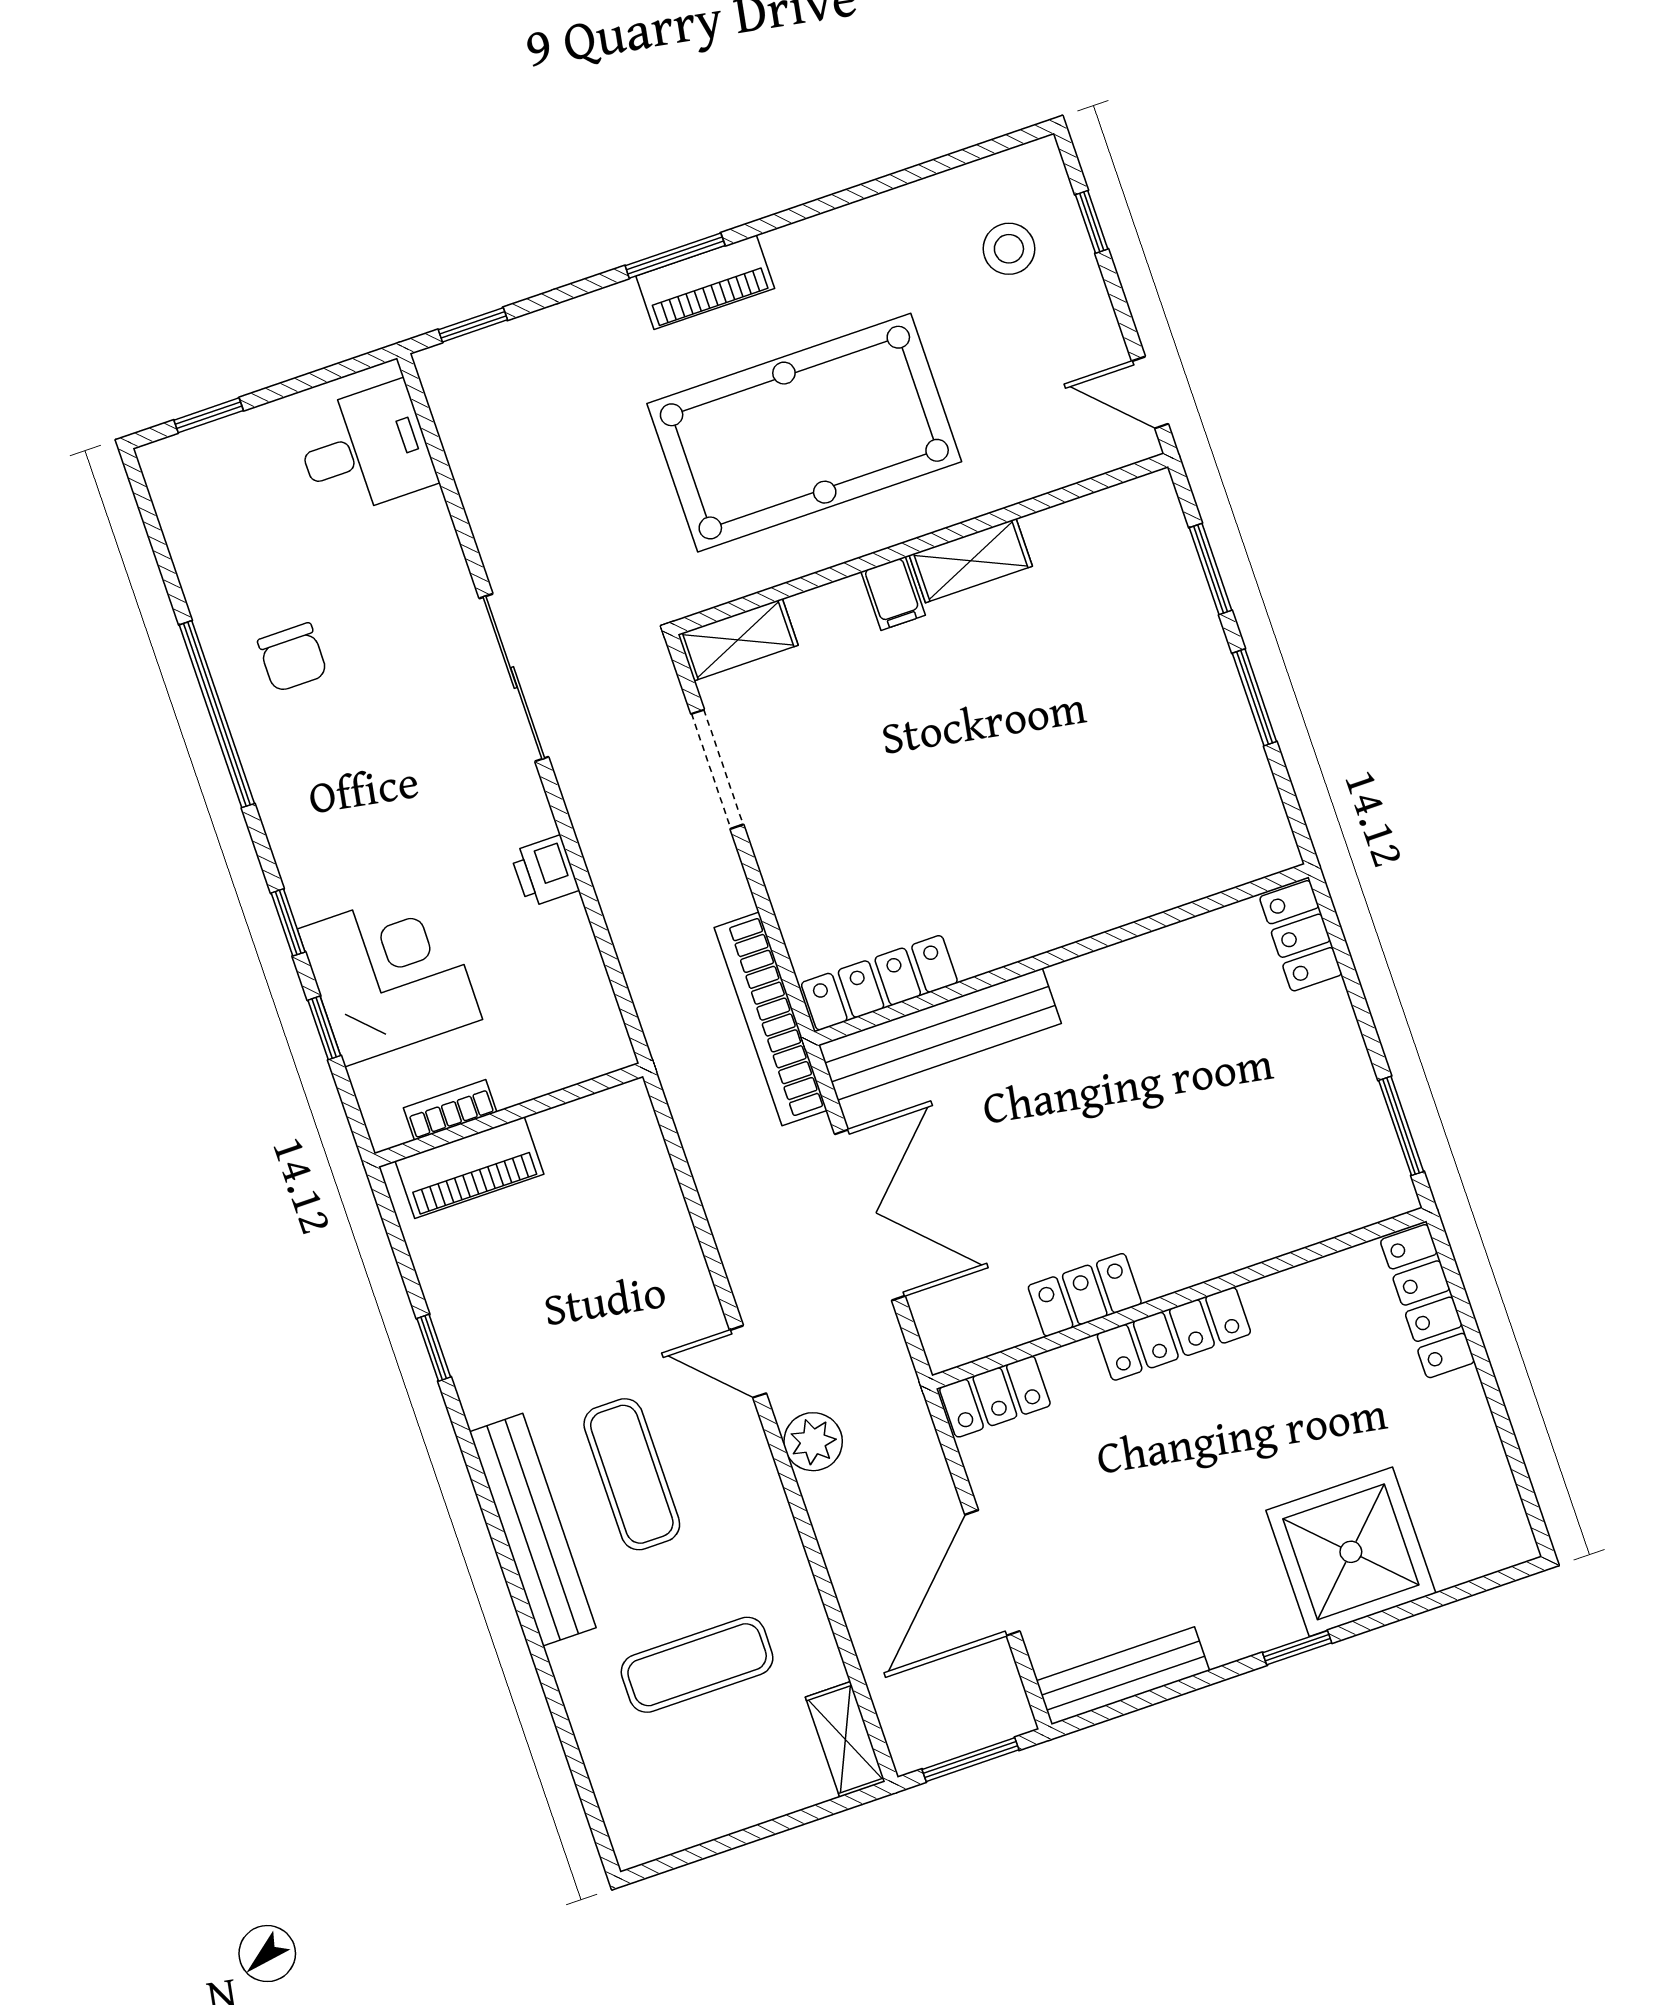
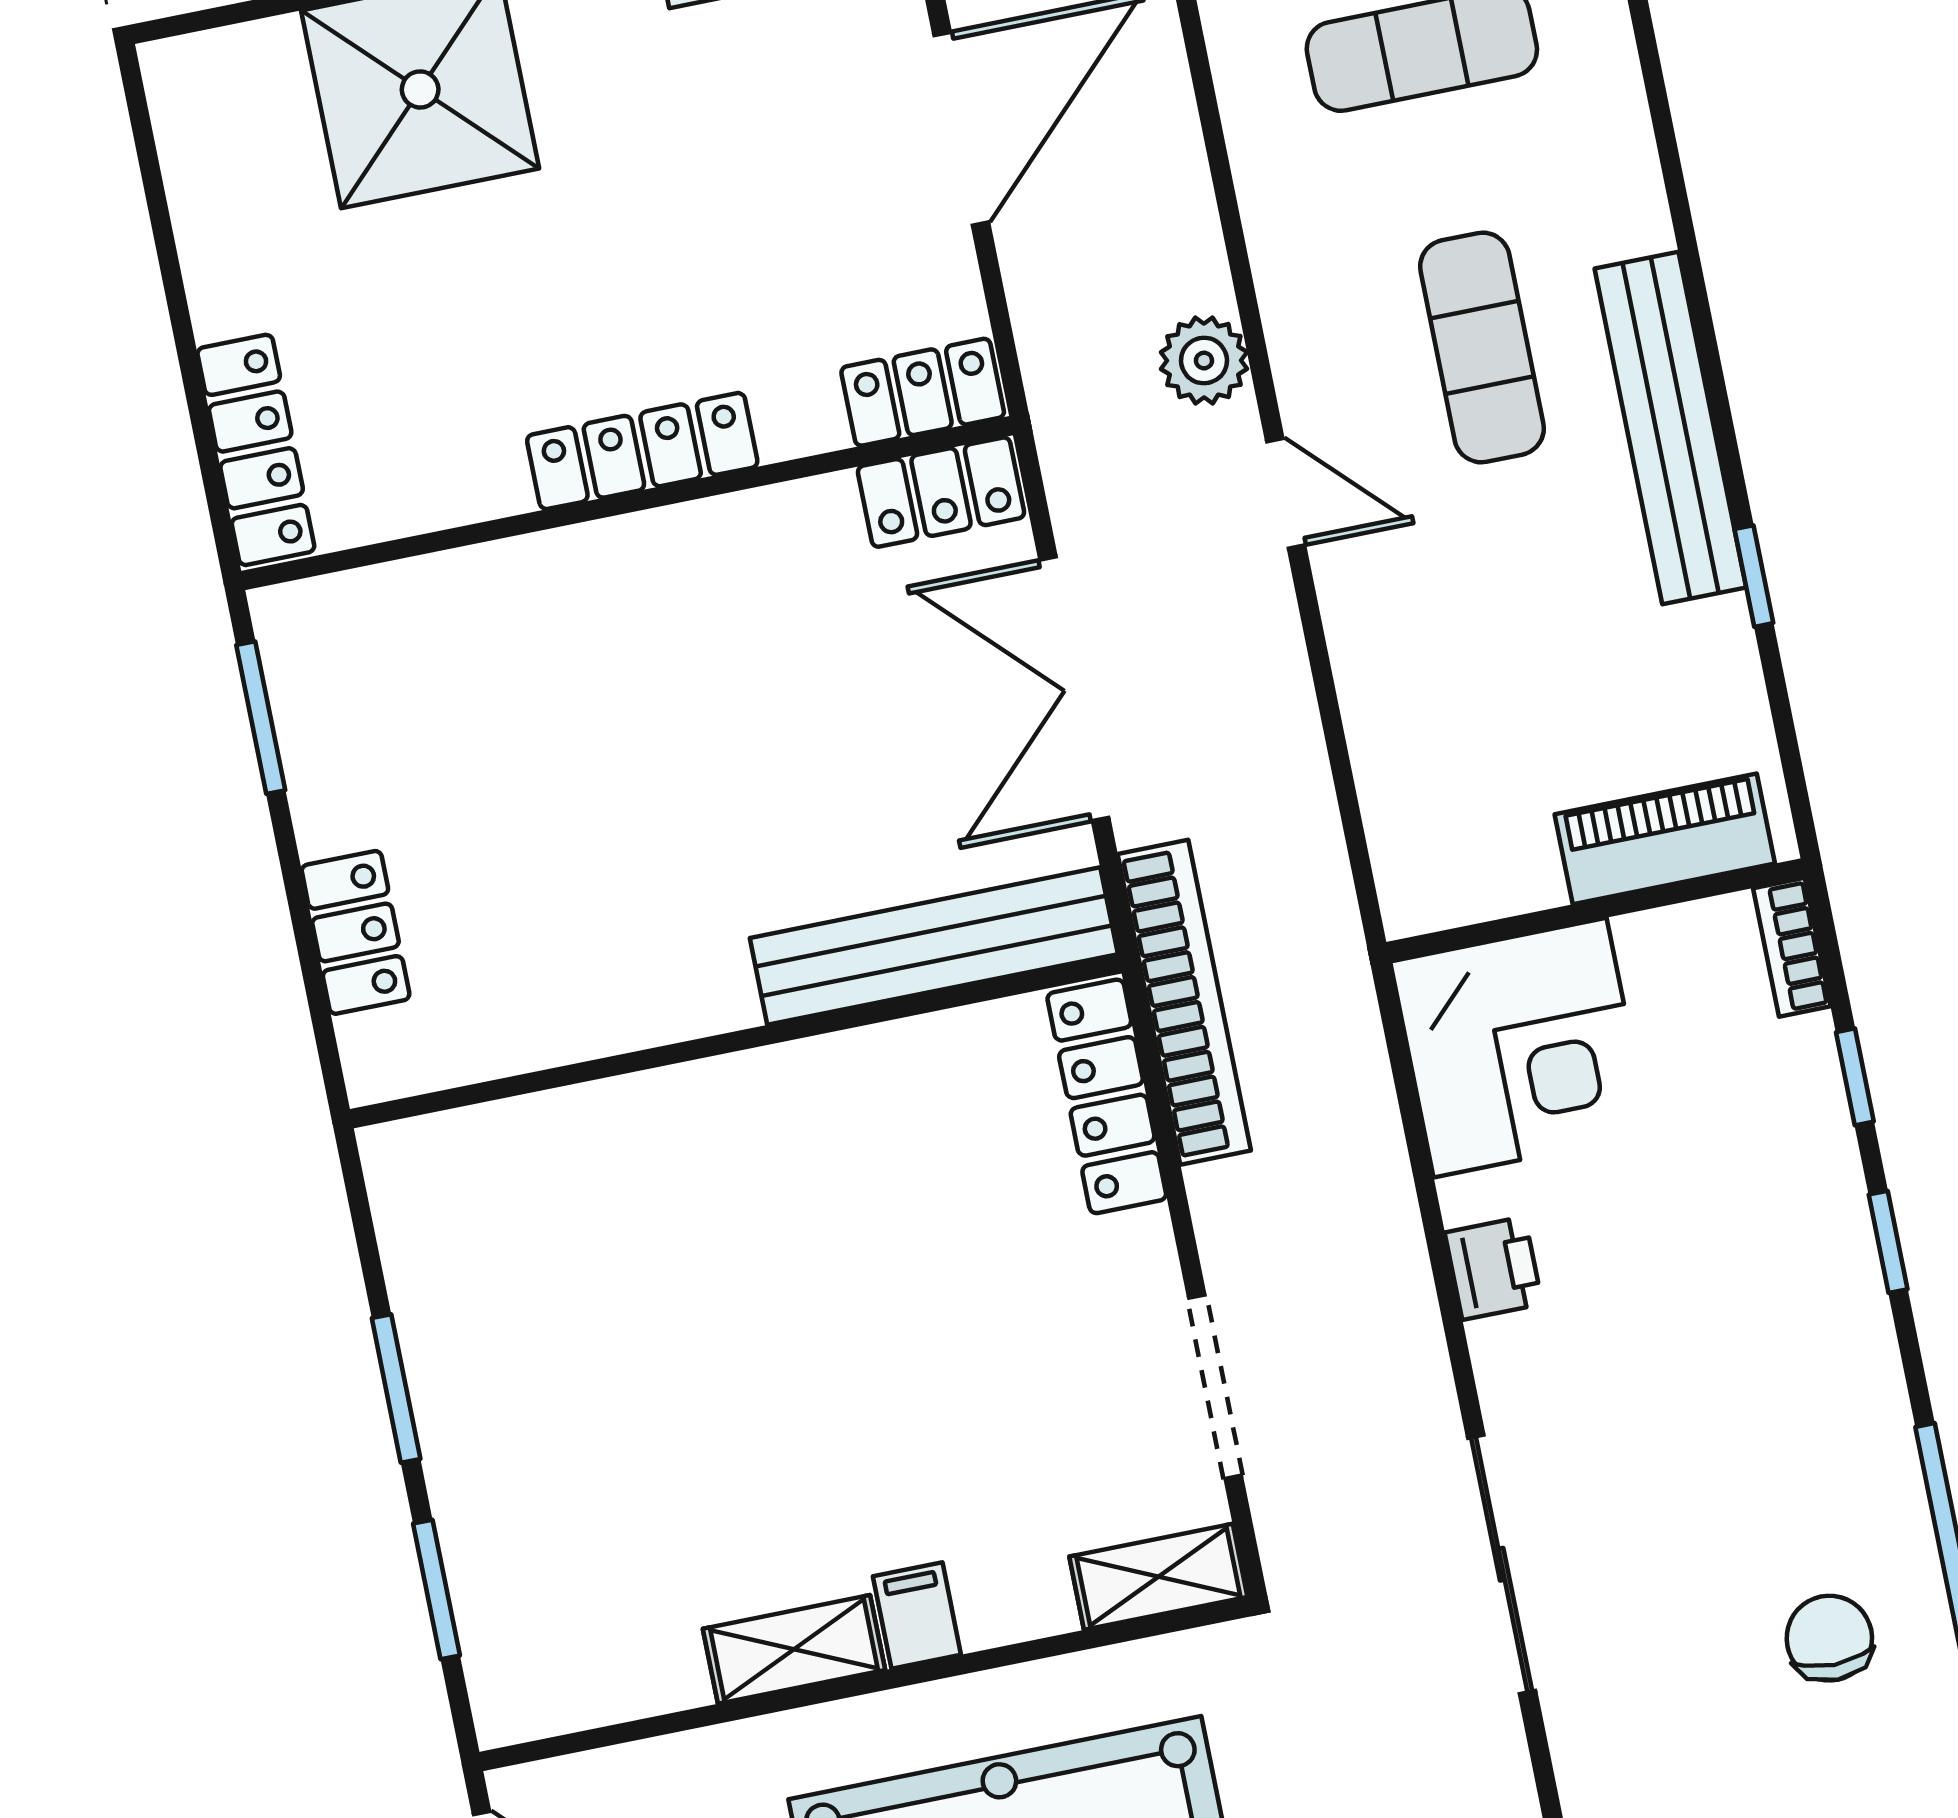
locker: (1301, 936) -> (356, 932), moved
corner desk: (390, 974) -> (1520, 1048), moved, turned -90
locker: (879, 983) -> (1107, 1096), moved, turned 90
bookcase: (450, 1110) -> (1792, 947), moved, turned 90
locker: (1085, 1295) -> (941, 492), moved
bench: (533, 1530) -> (1670, 428), moved

